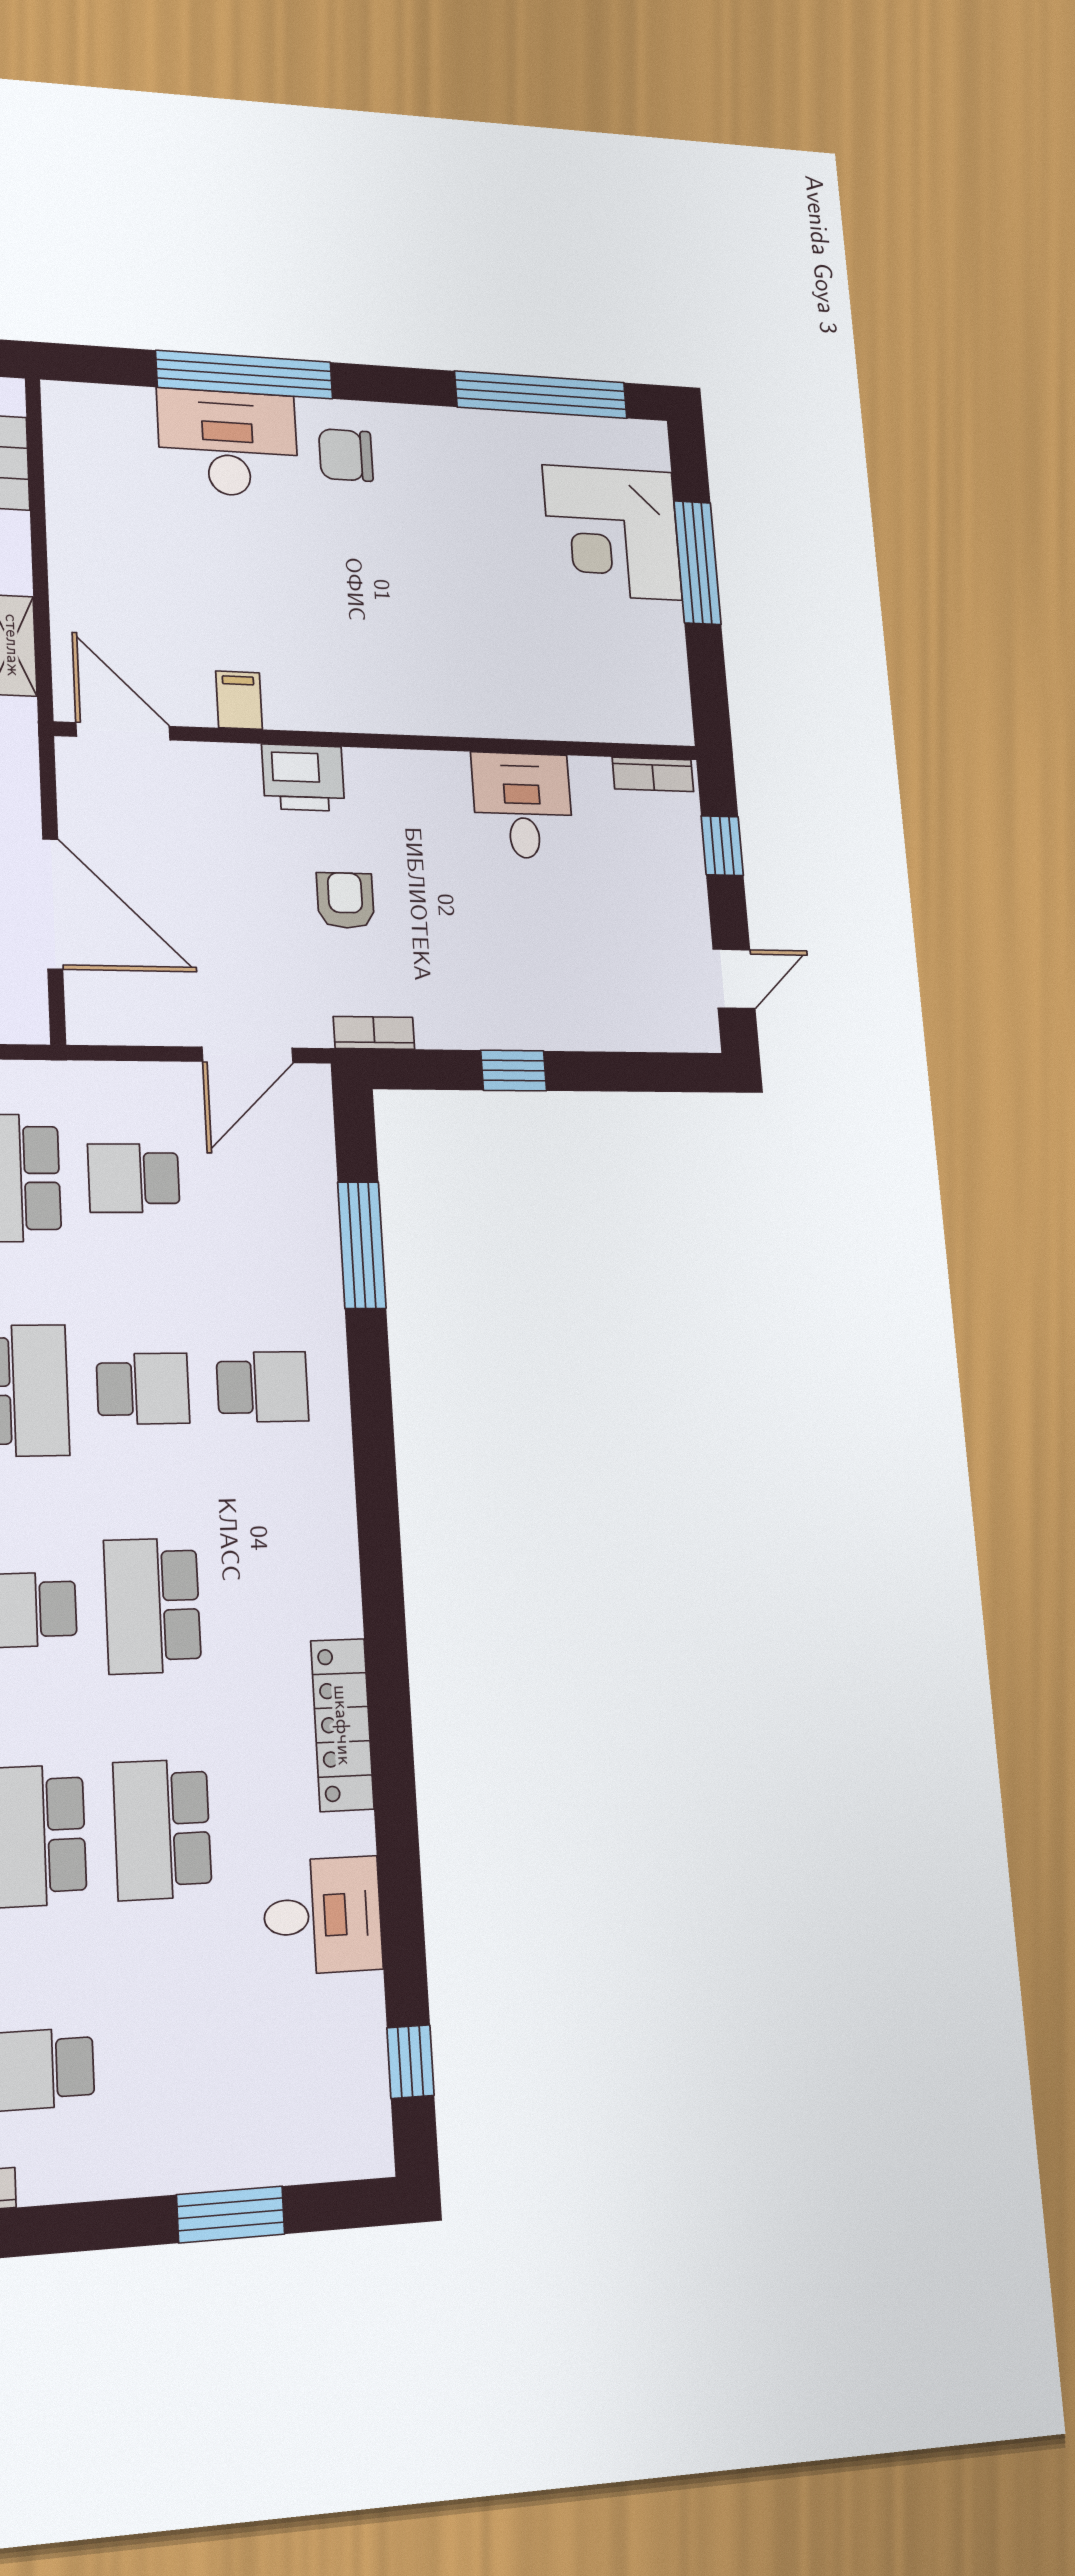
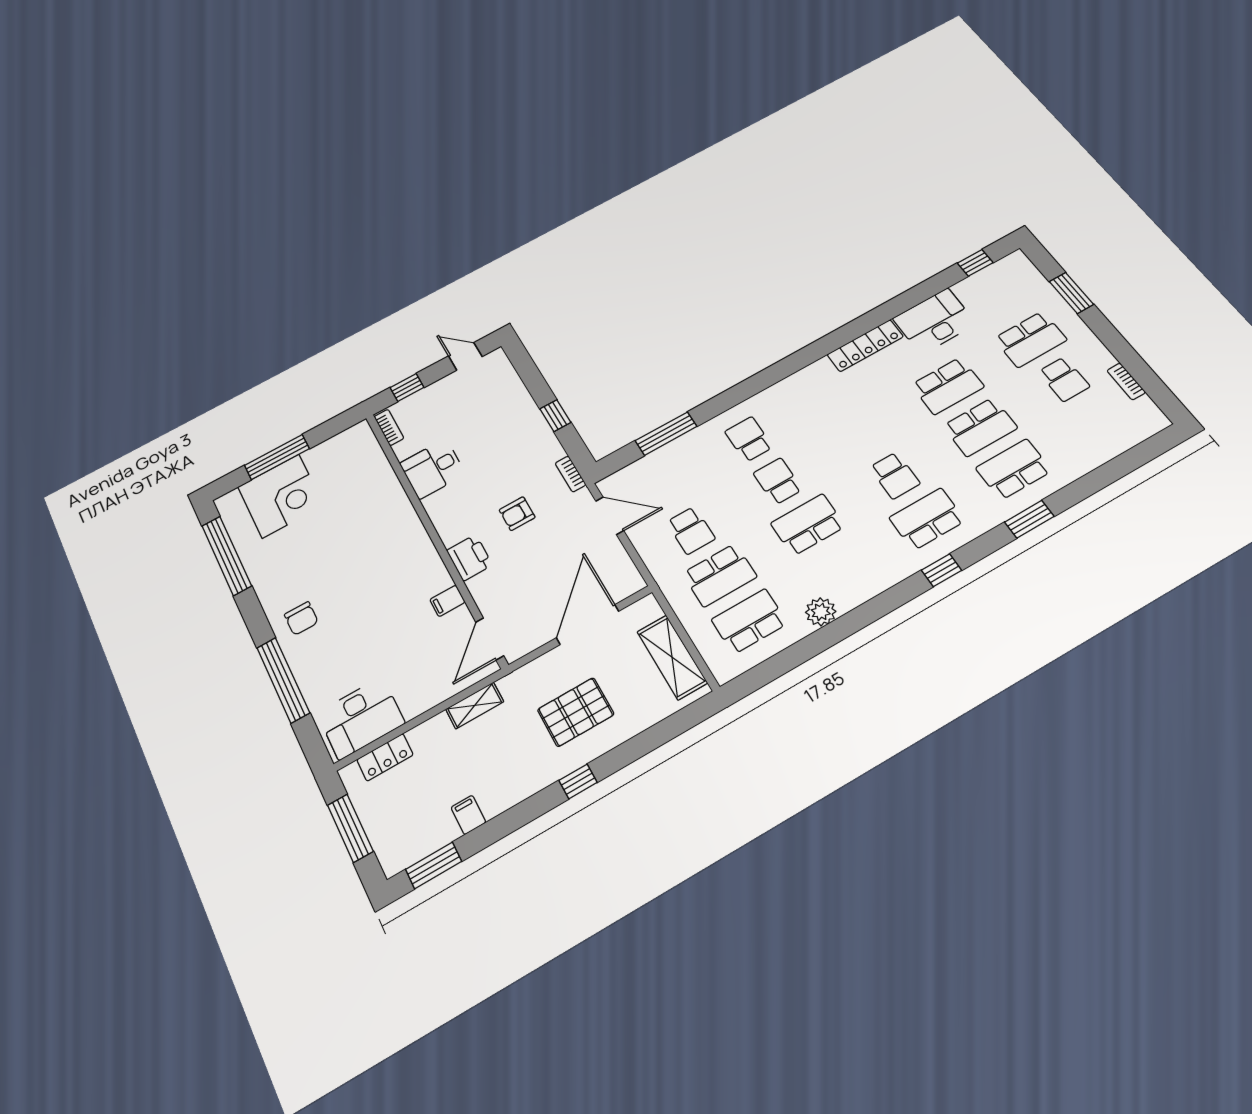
desk: (228, 443) -> (361, 718), moved, turned -90
school desk: (153, 1606) -> (1030, 339), moved
desk: (323, 1915) -> (934, 321), width x1.37

